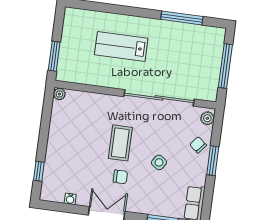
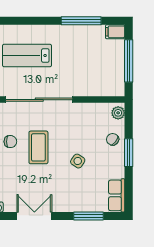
filing cabinet: (215, 34) -> (115, 32), added
sliding door: (159, 98) -> (39, 100), moved
chair: (120, 177) -> (10, 142), moved

